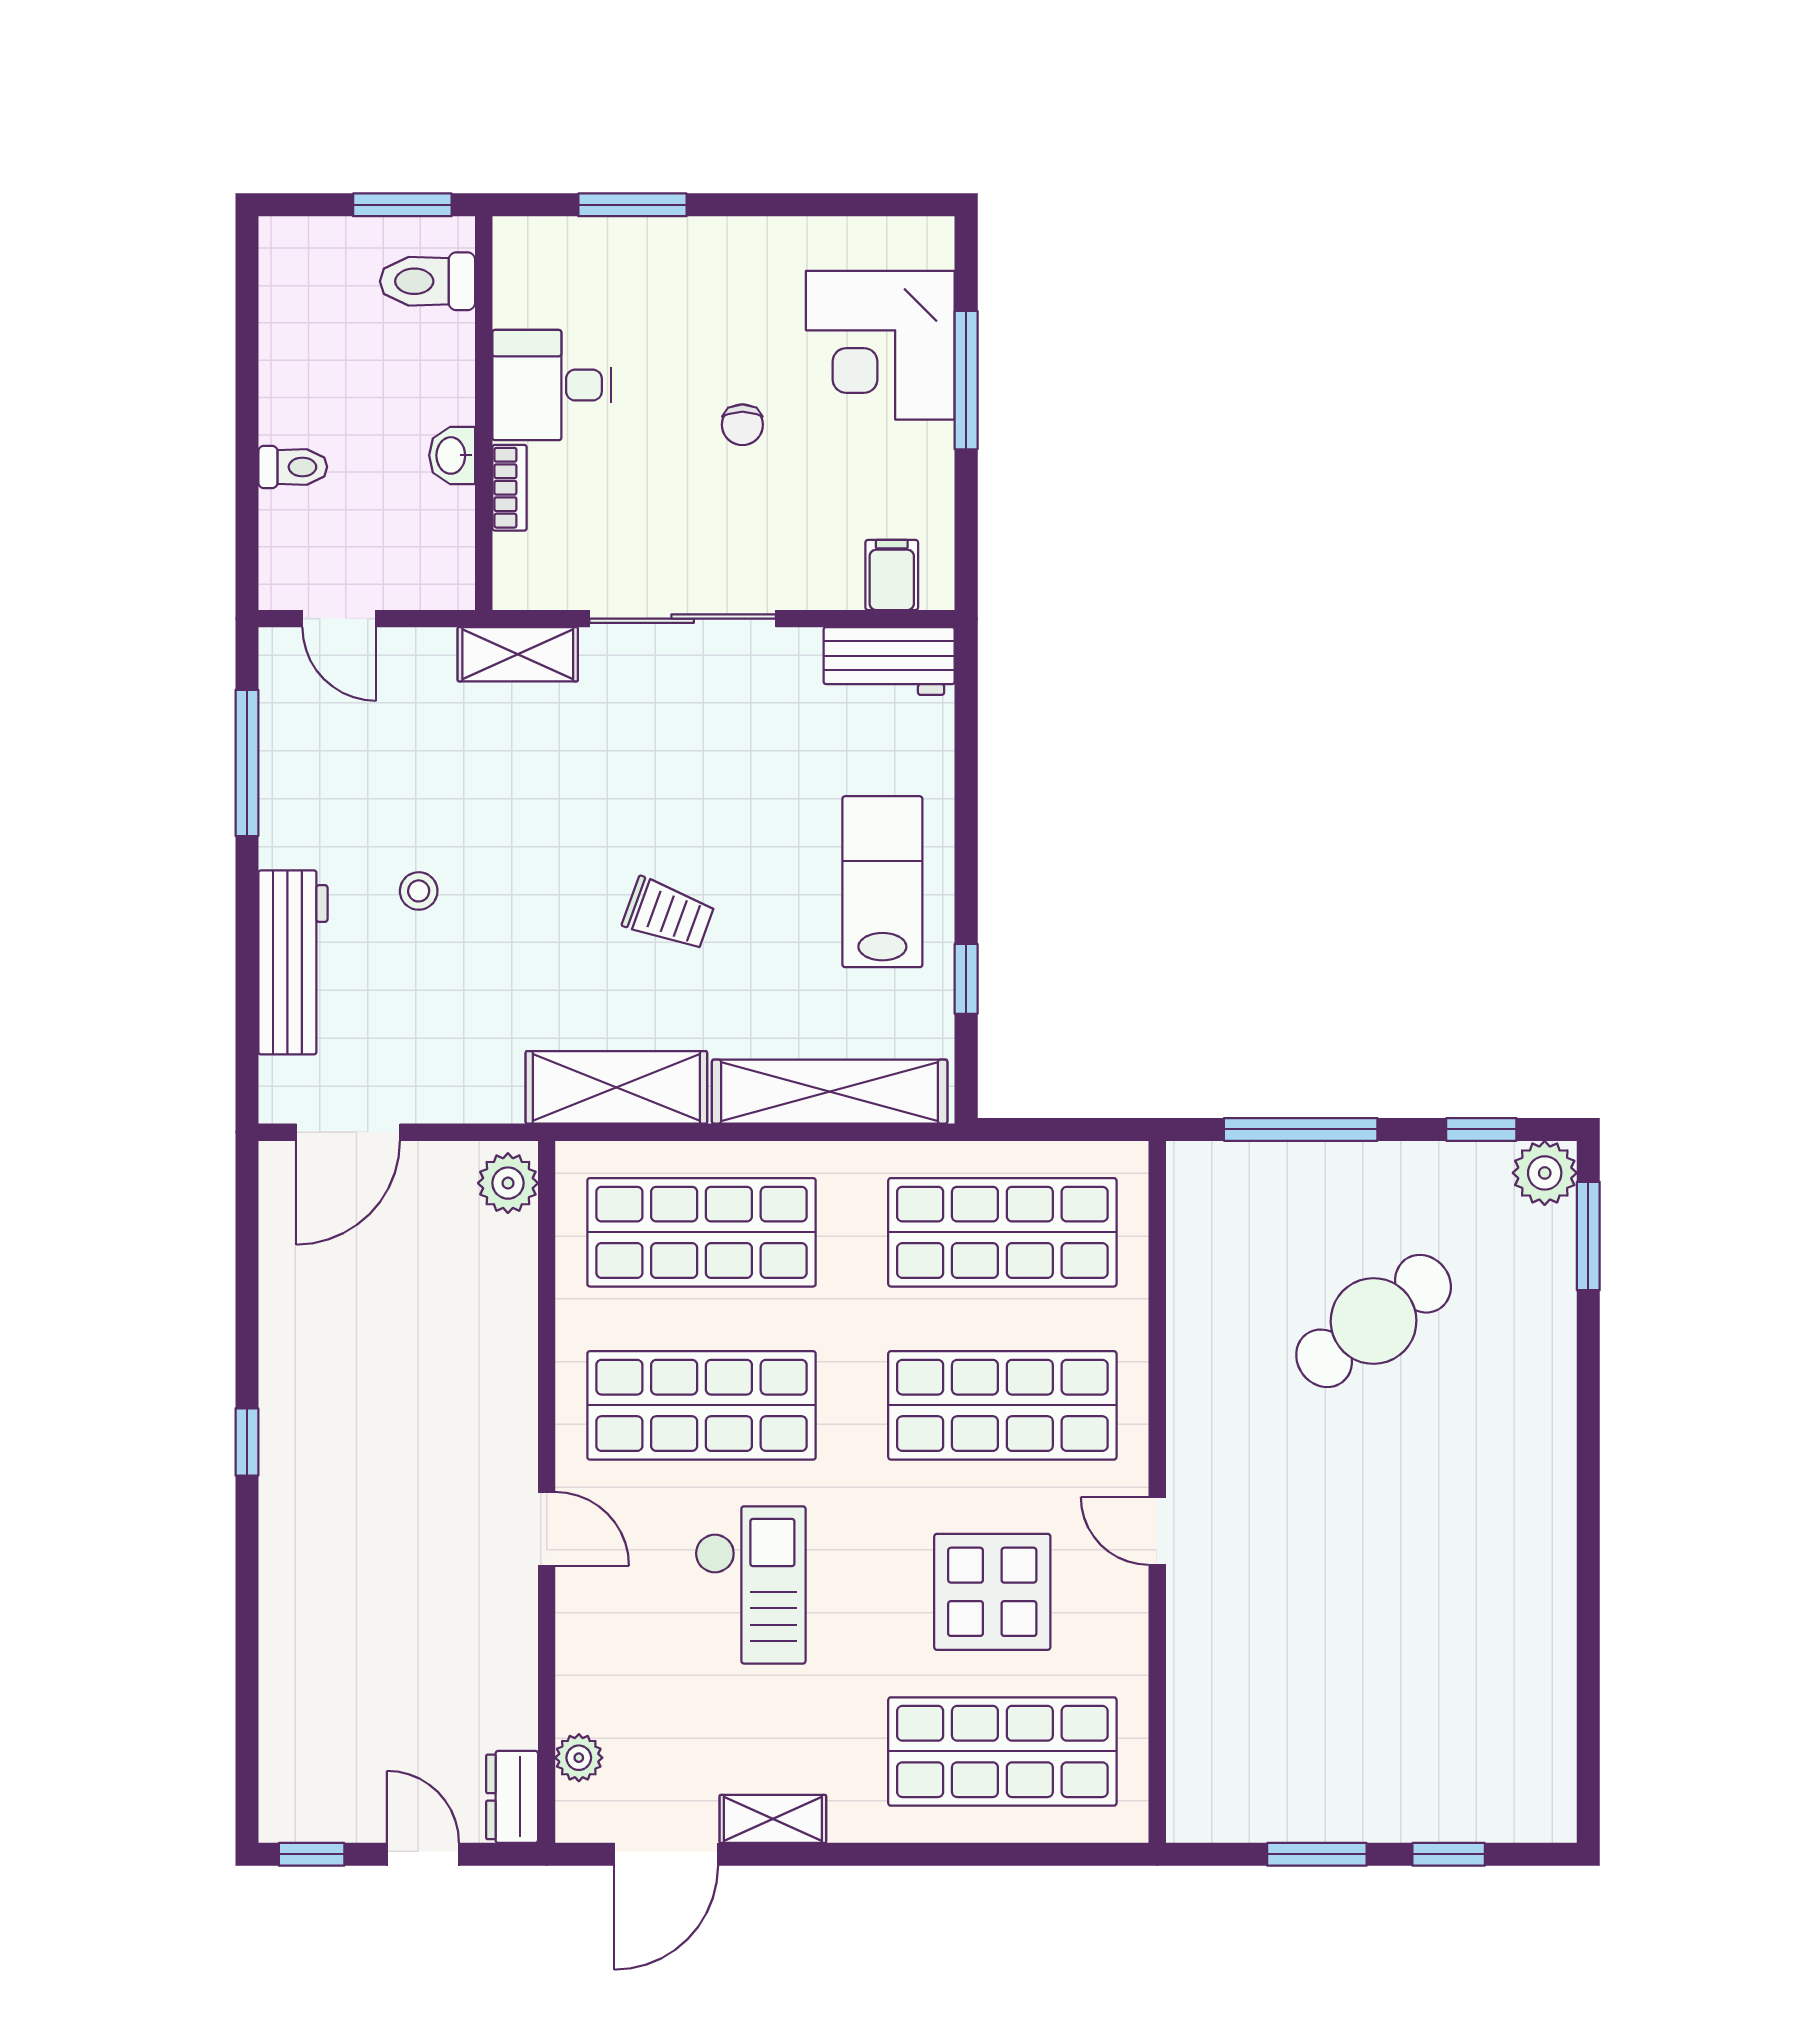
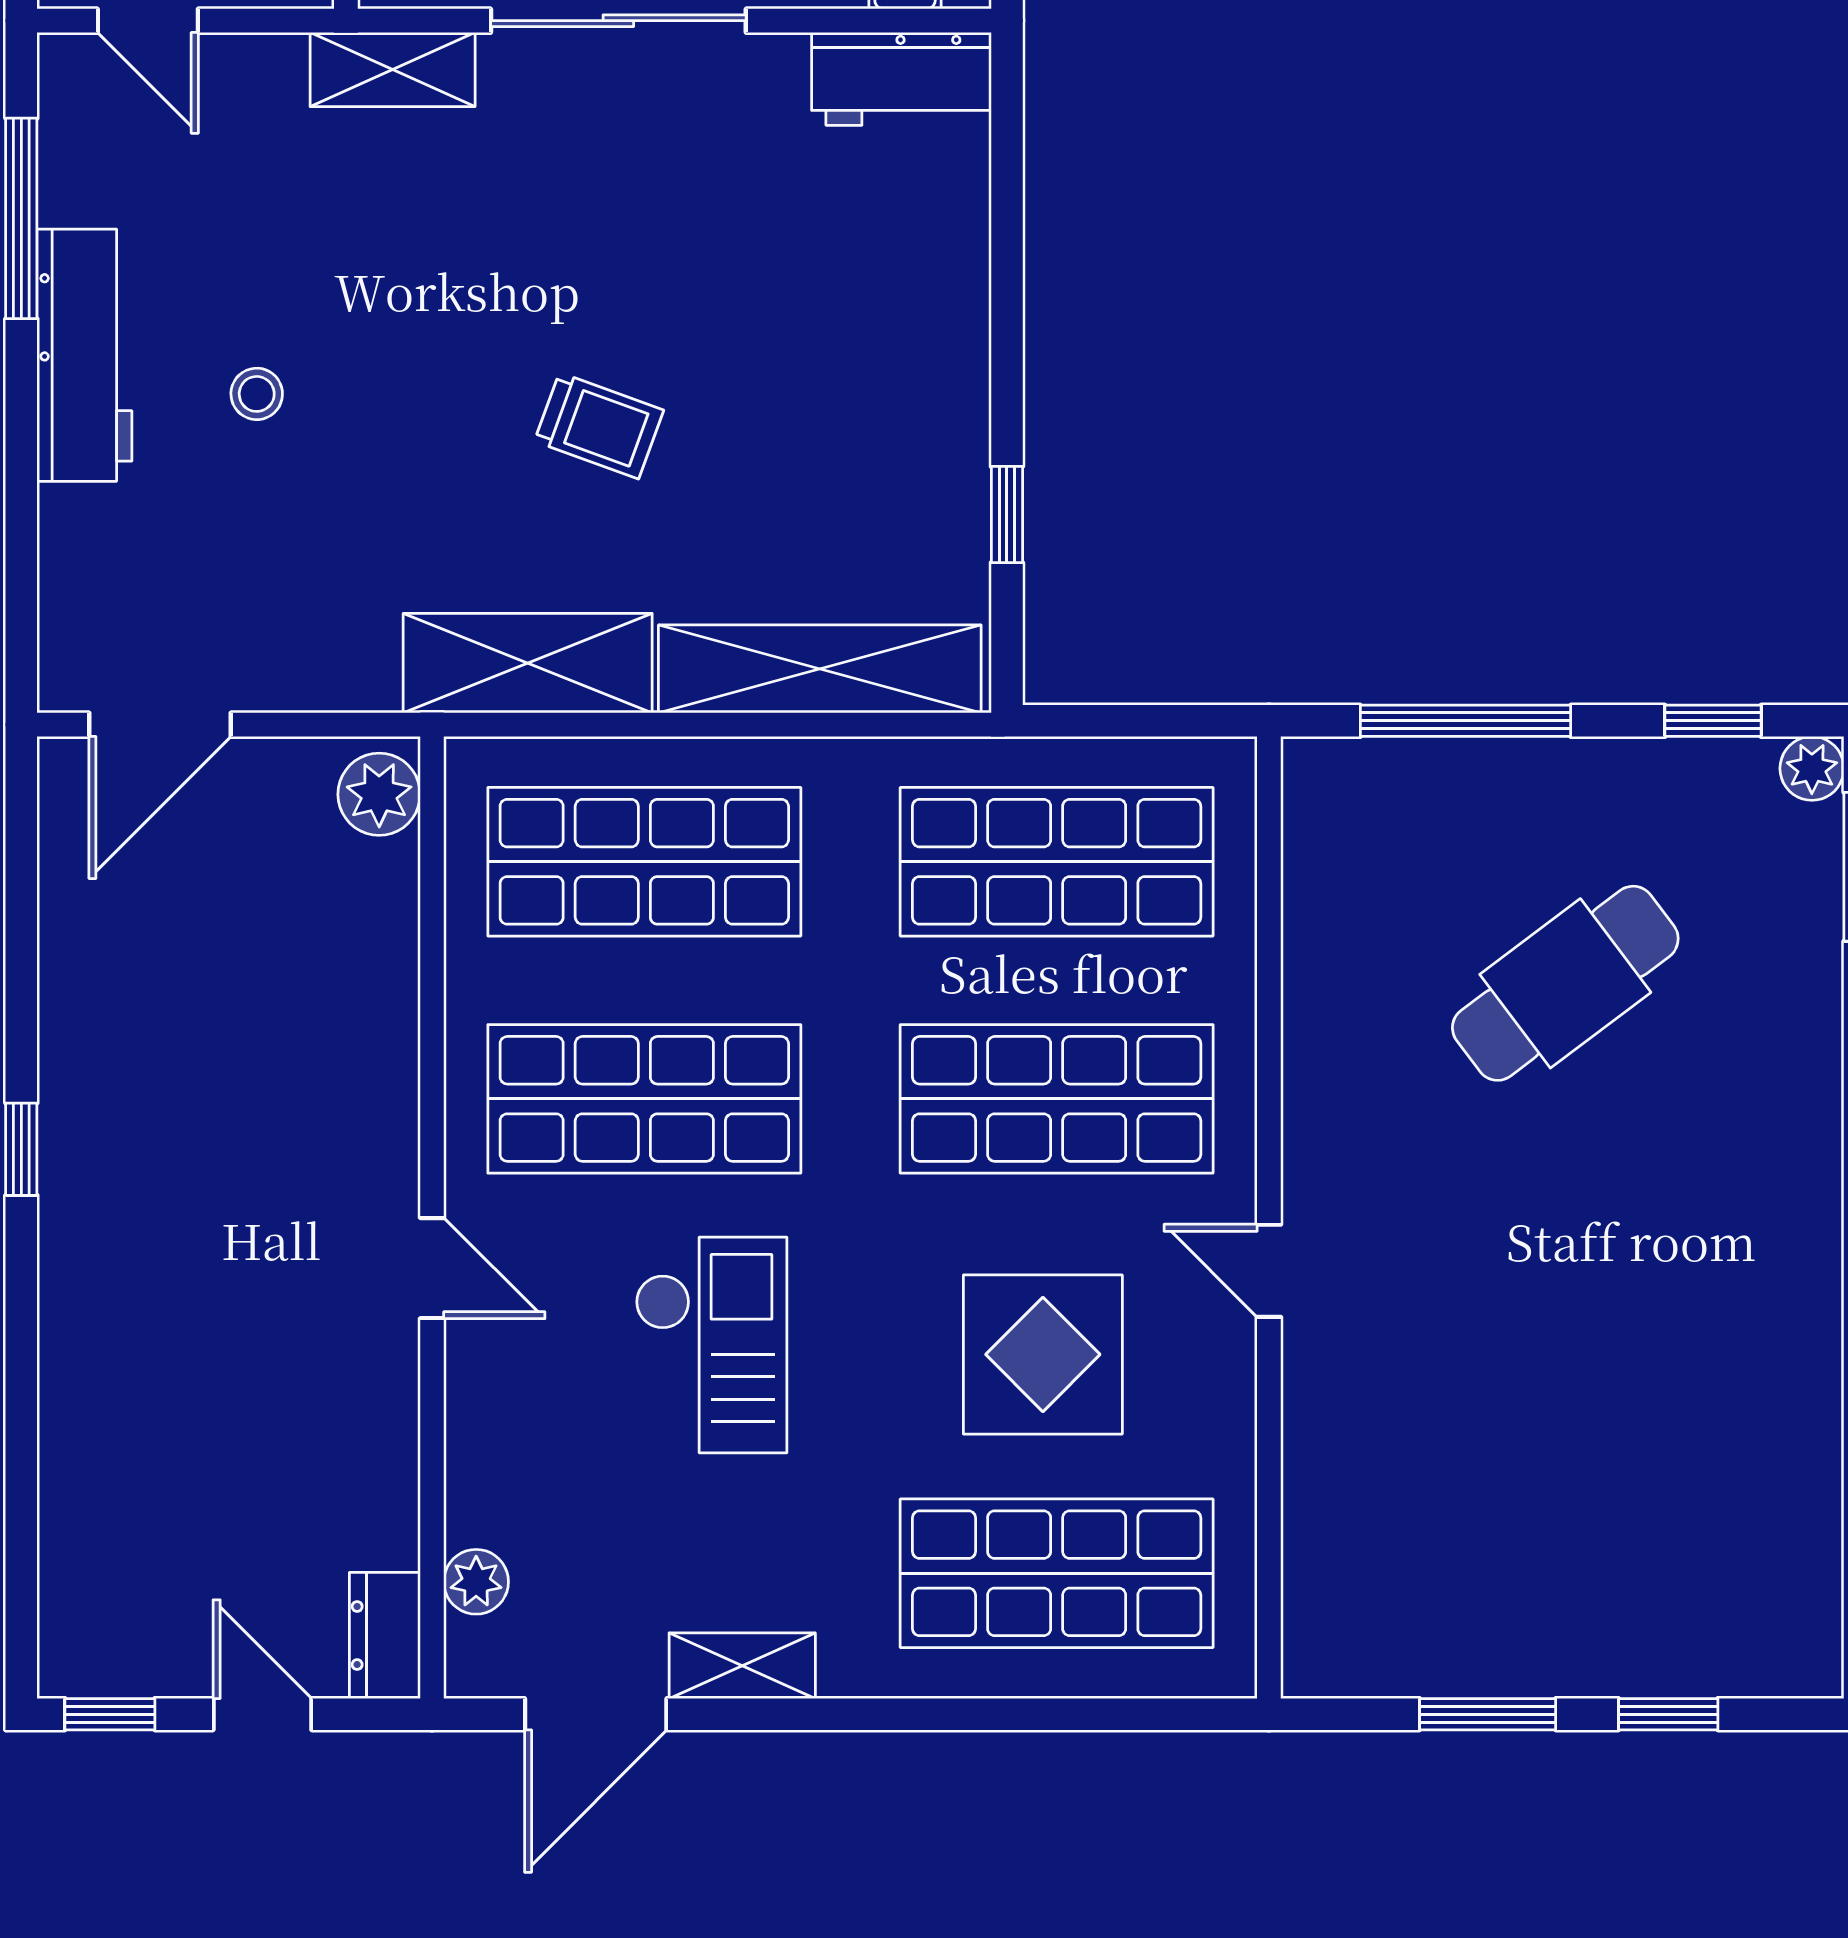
lab bench: (882, 882) -> (892, 381), removed
workbench: (293, 962) -> (84, 355), moved
plant: (1545, 1173) -> (1812, 768), width x0.73, depth x0.73

